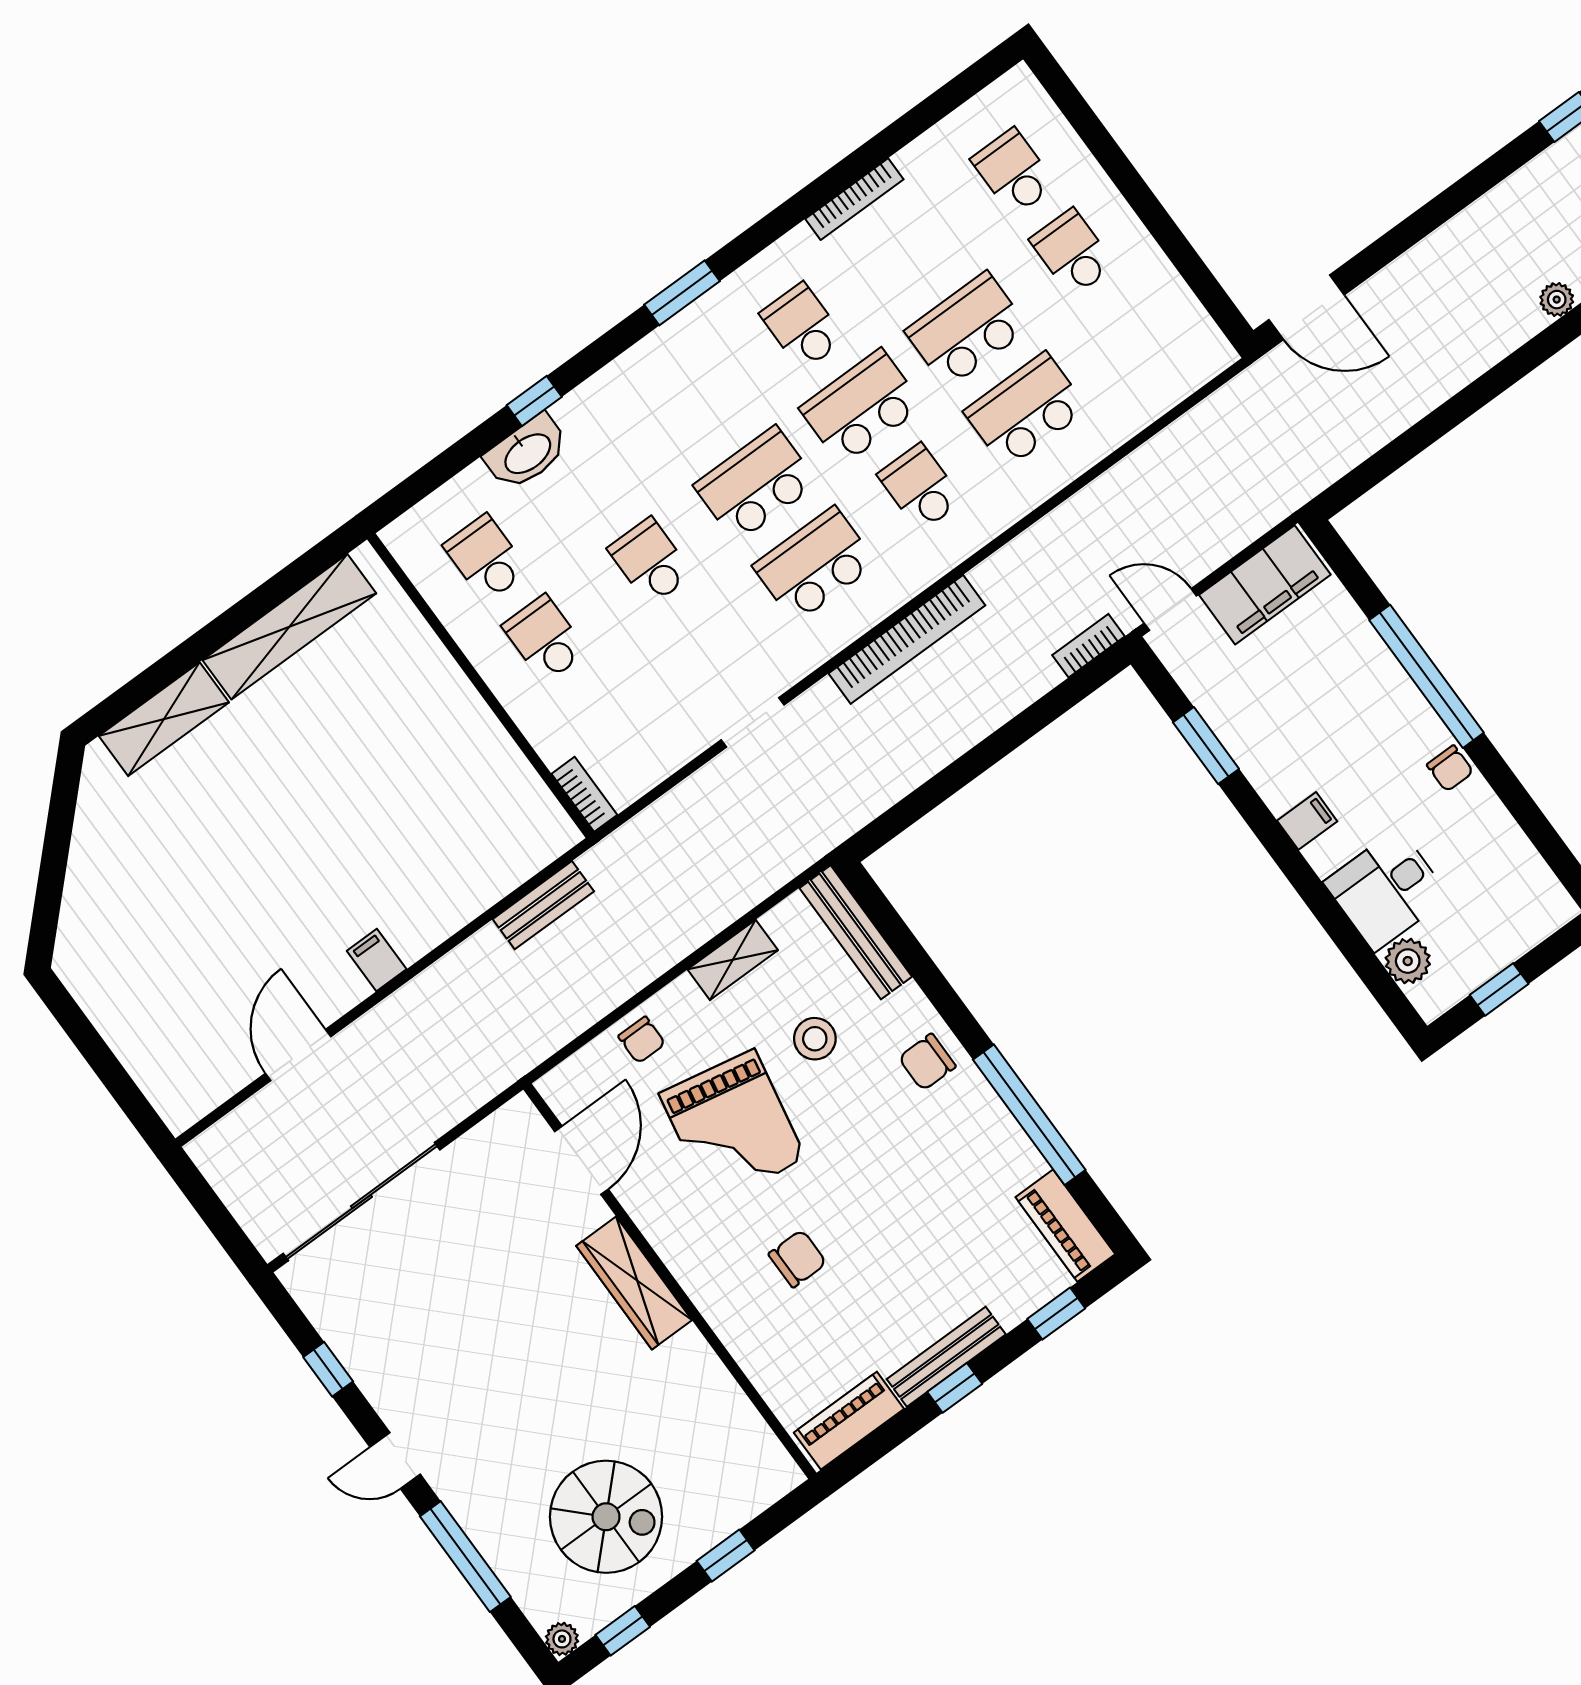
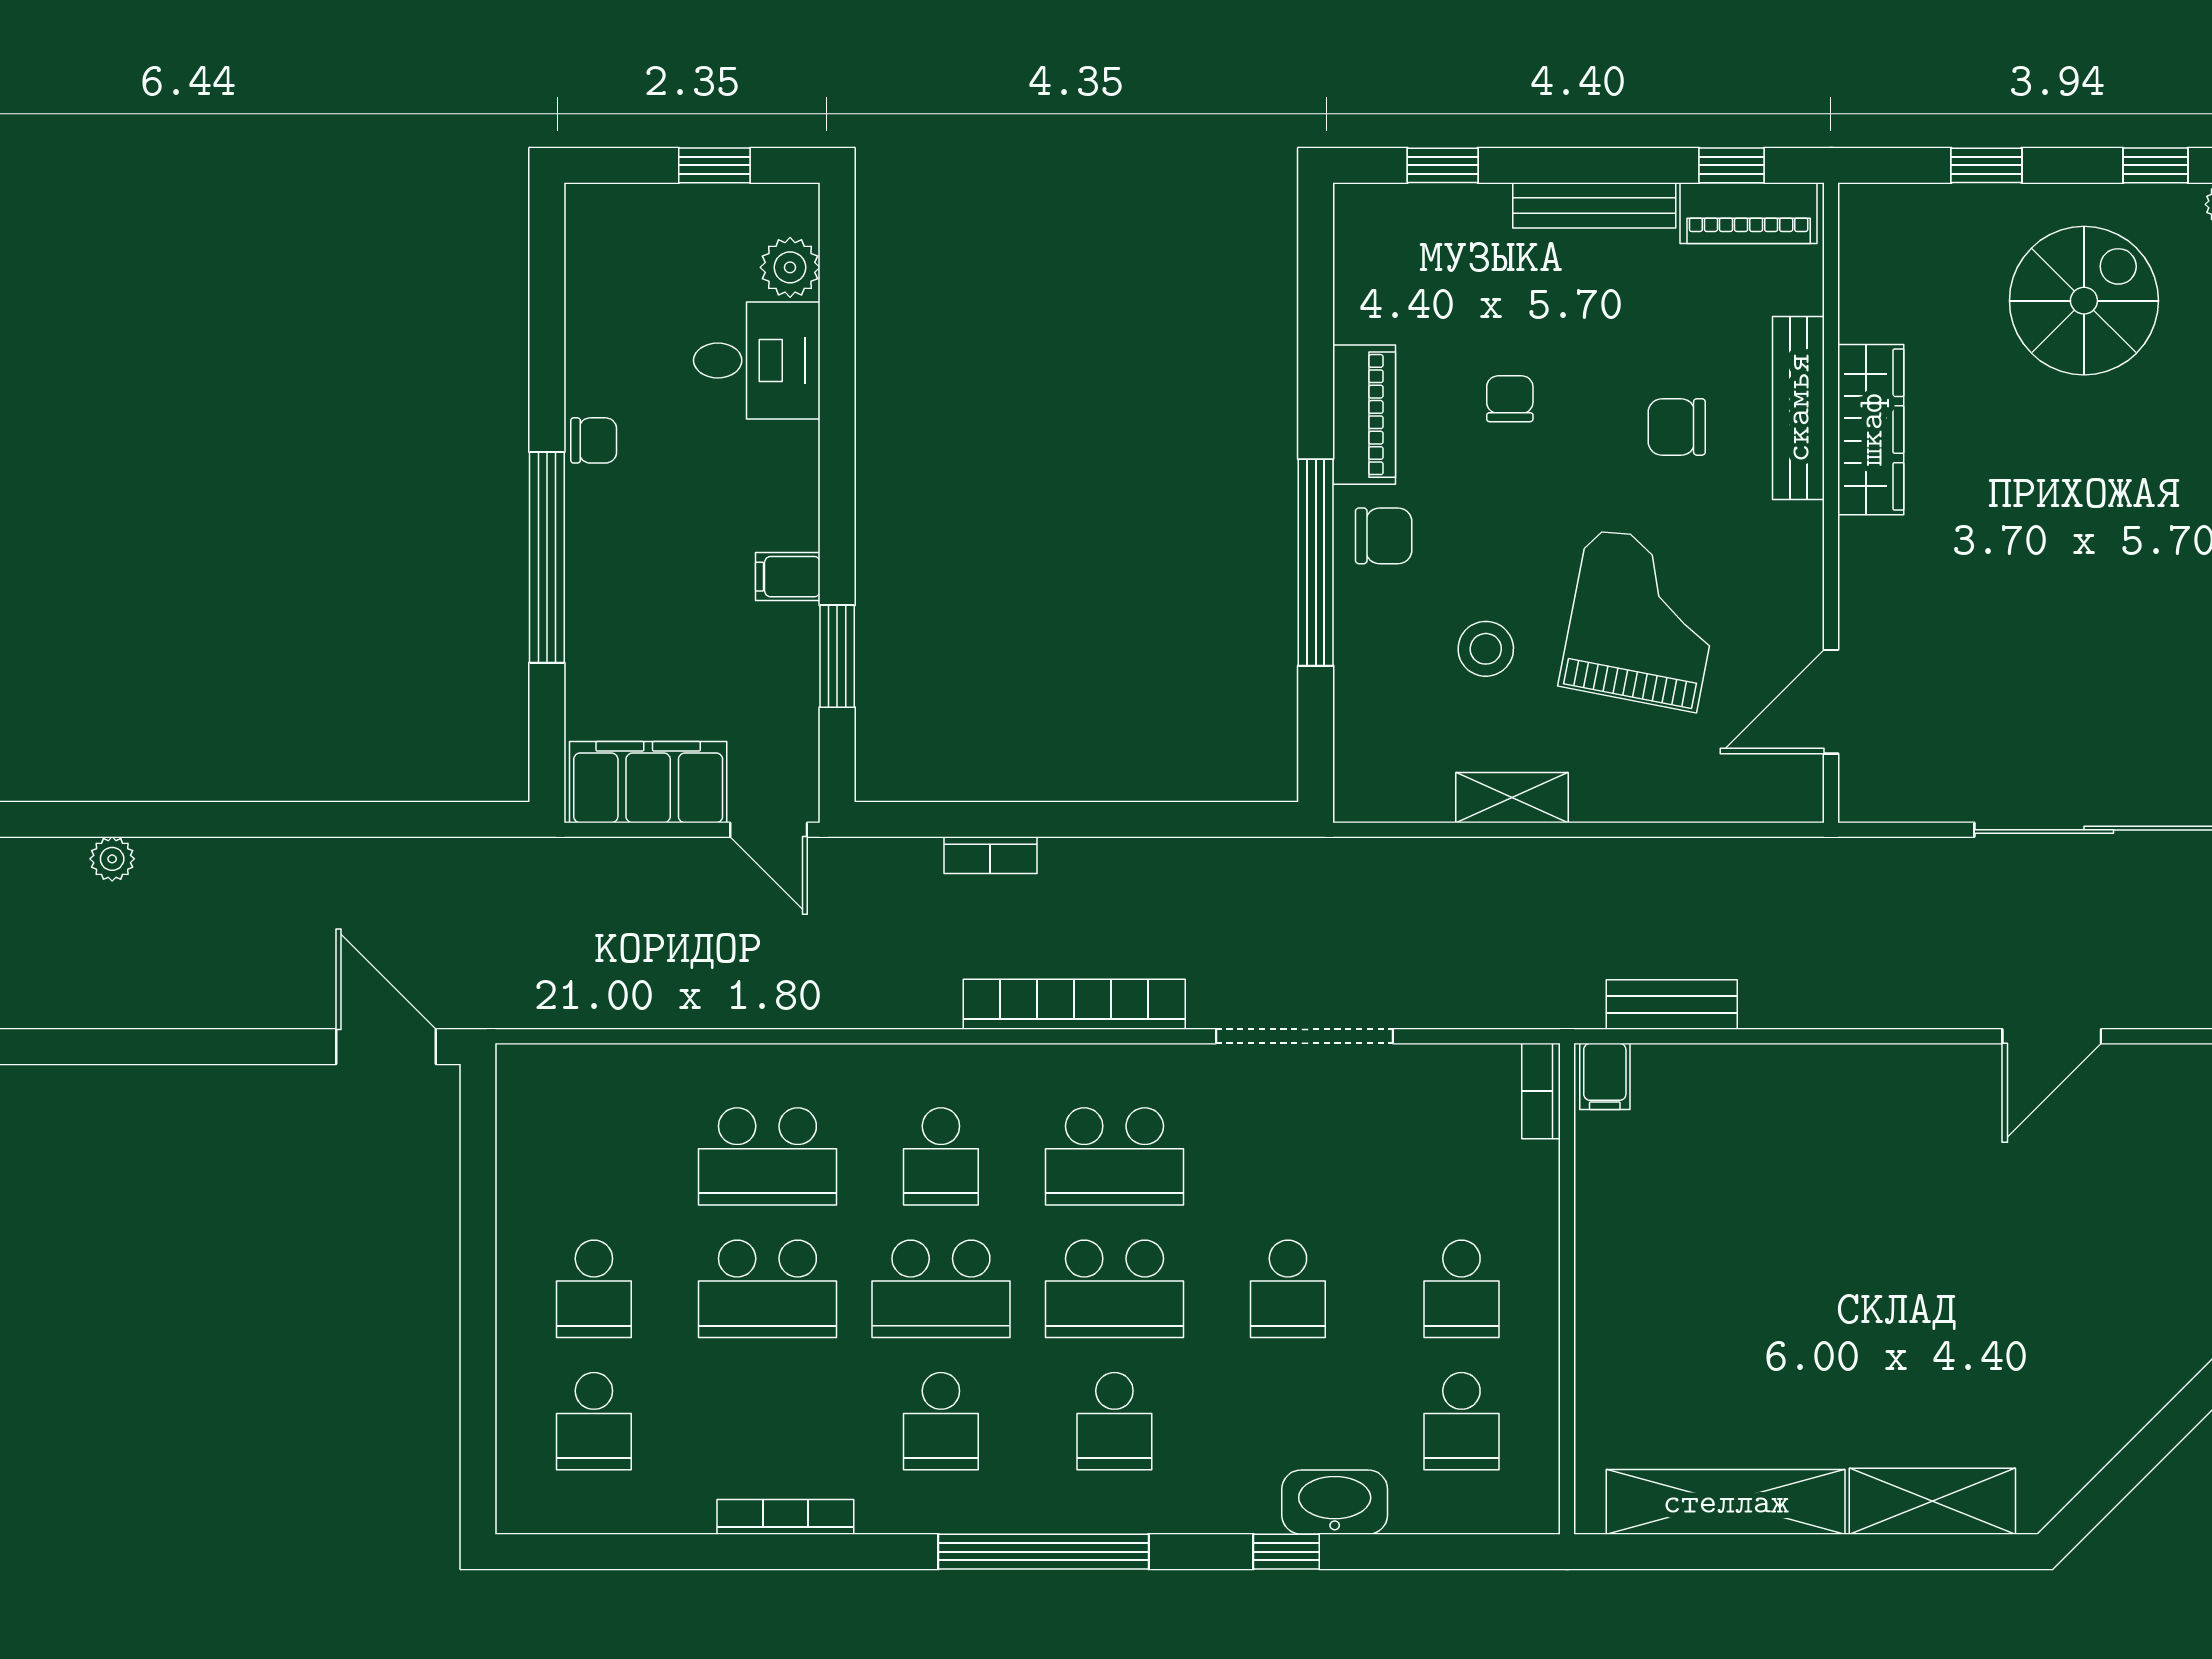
window: (682, 293) -> (1043, 1552), width x2.11
school desk: (697, 404) -> (1114, 1421), added
bookcase: (1088, 646) -> (990, 855), moved
doorway: (753, 722) -> (1304, 1036), width x1.87
chair: (1450, 768) -> (594, 440), turned 90
filing cabinet: (1307, 821) -> (788, 577), moved
bench: (856, 932) -> (1798, 408), moved
filing cabinet: (377, 960) -> (1605, 1076), moved
chair: (642, 1040) -> (1510, 399), moved
window: (1029, 1115) -> (1316, 562), moved
piano: (1065, 1226) -> (1364, 415), moved
wardrobe: (634, 1283) -> (1871, 430), moved
window: (955, 1388) -> (1731, 165), moved
spiral stairs: (606, 1517) -> (2084, 301), turned 90

